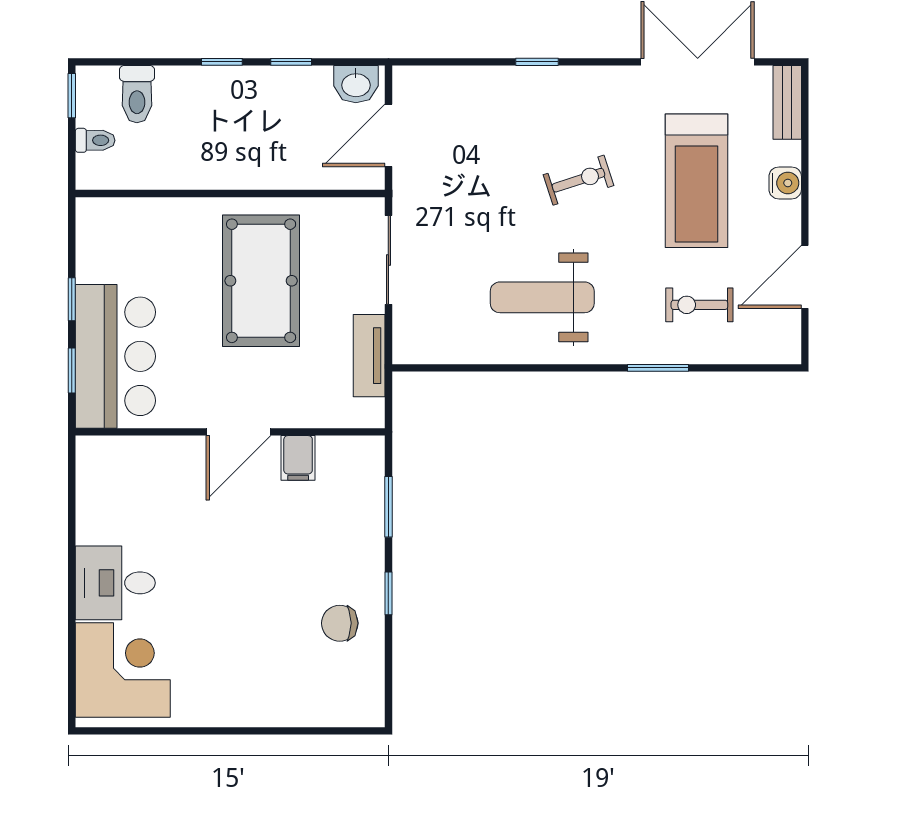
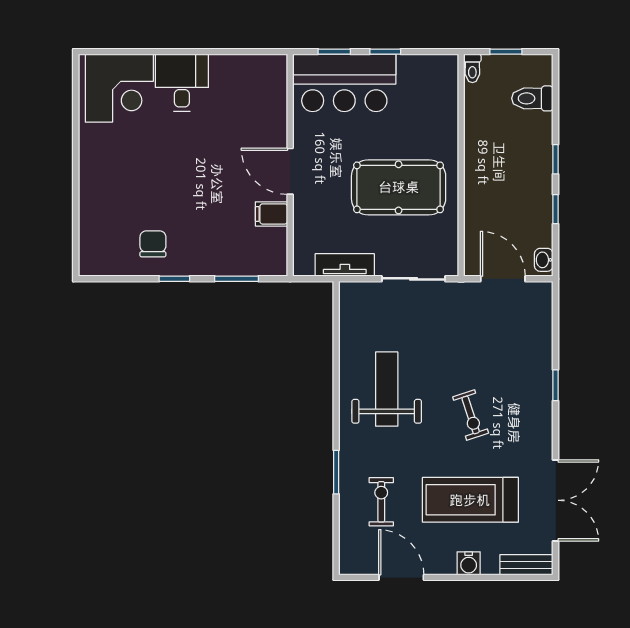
washbasin: (356, 84) -> (544, 260), width x0.72, depth x0.69
window: (72, 96) -> (506, 52), moved
toilet: (95, 140) -> (472, 68), moved

